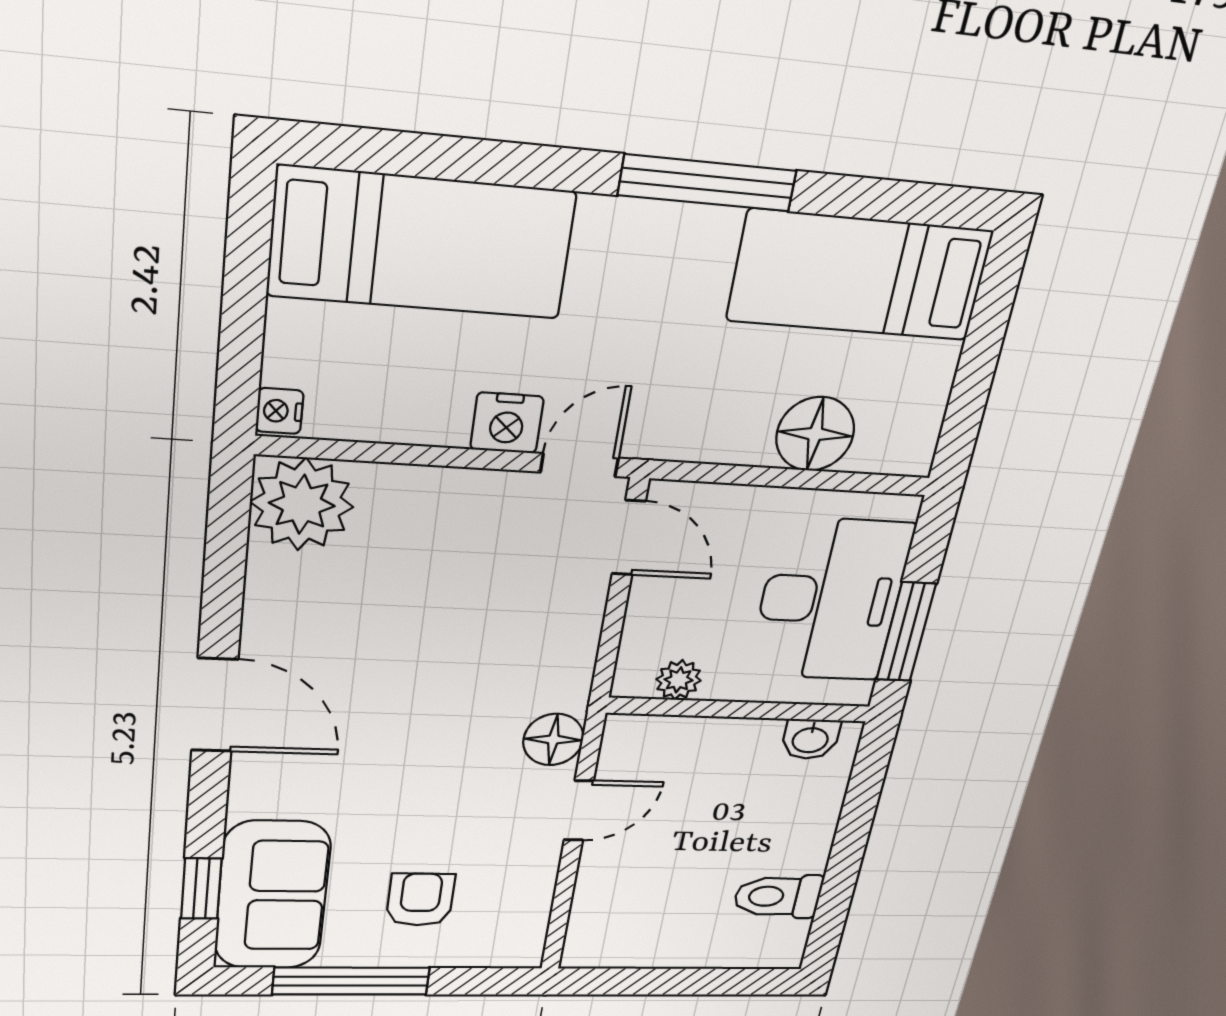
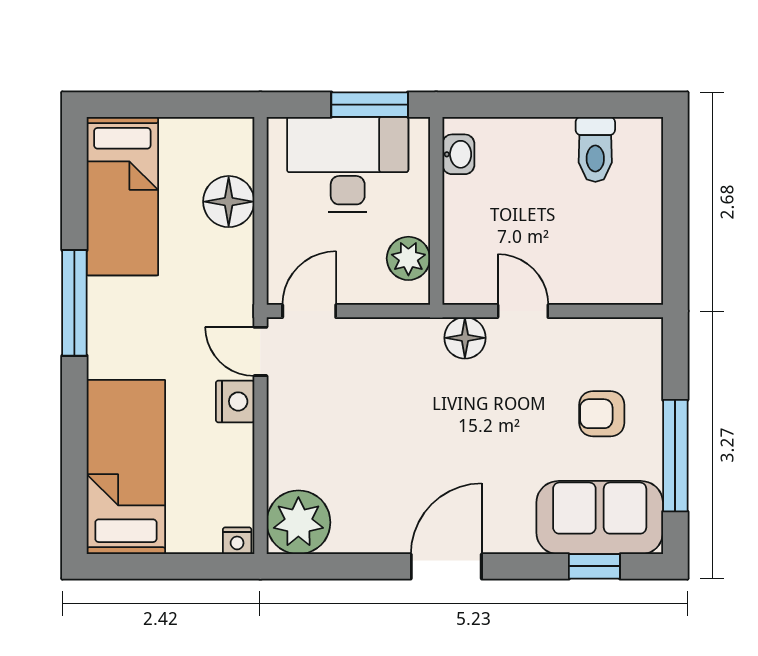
plant: (679, 680) -> (408, 258), width x1.38, depth x1.38

